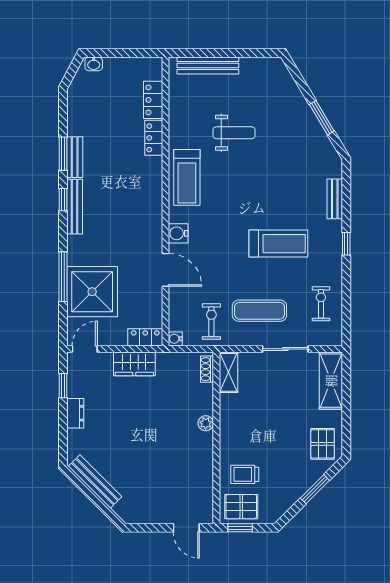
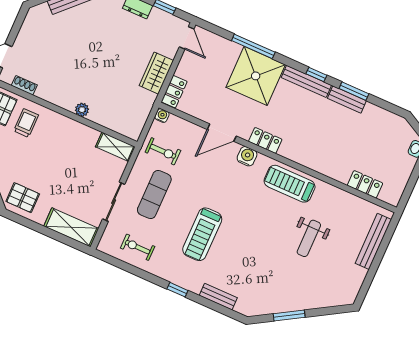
locker: (154, 138) -> (265, 140), moved
shower: (92, 292) -> (256, 76), moved
exercise bike: (321, 304) -> (138, 247), turned 180
shoe rack: (207, 369) -> (24, 85), moved

